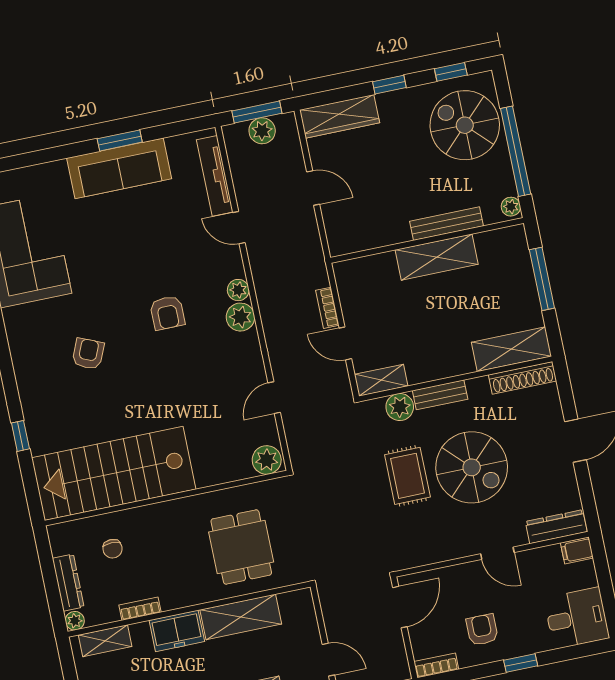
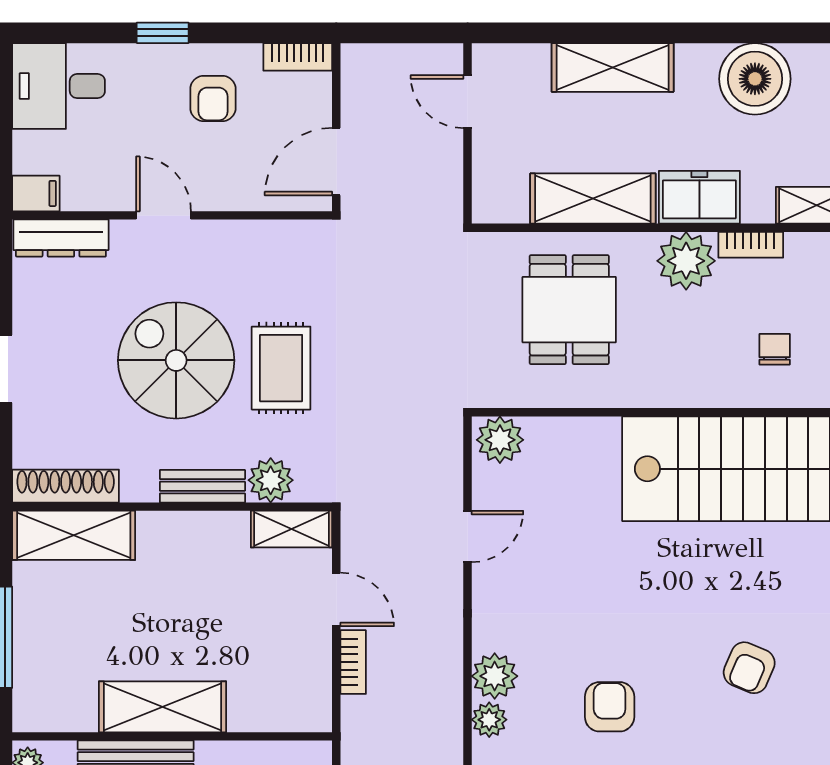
plant: (177, 591) -> (686, 261), added

